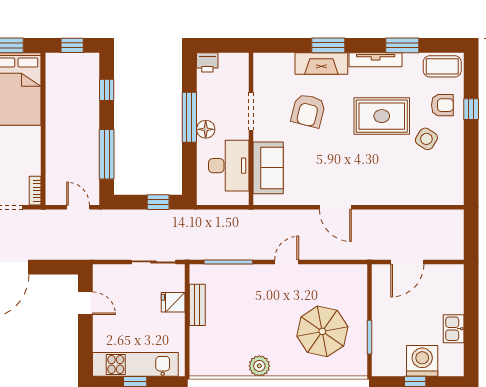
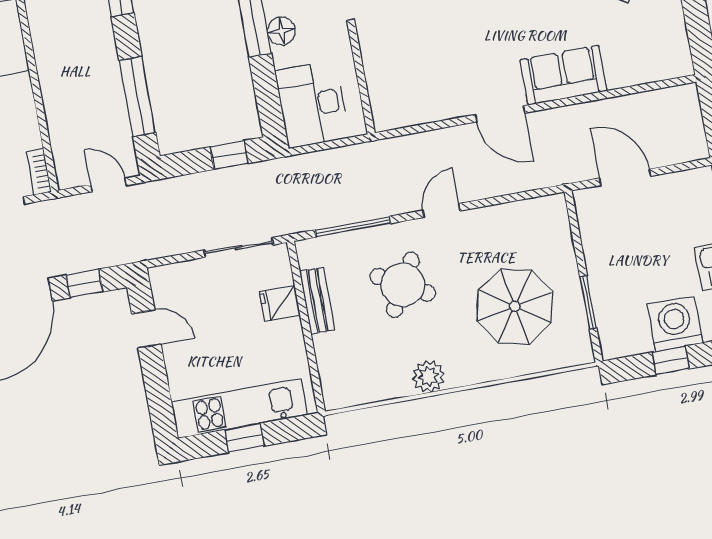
desk: (229, 166) -> (312, 104), moved, turned 180
sofa: (268, 168) -> (563, 75), moved, turned -90
door: (407, 262) -> (625, 177), swing flipped
window: (51, 267) -> (84, 283), added
round table: (254, 305) -> (403, 285), added

